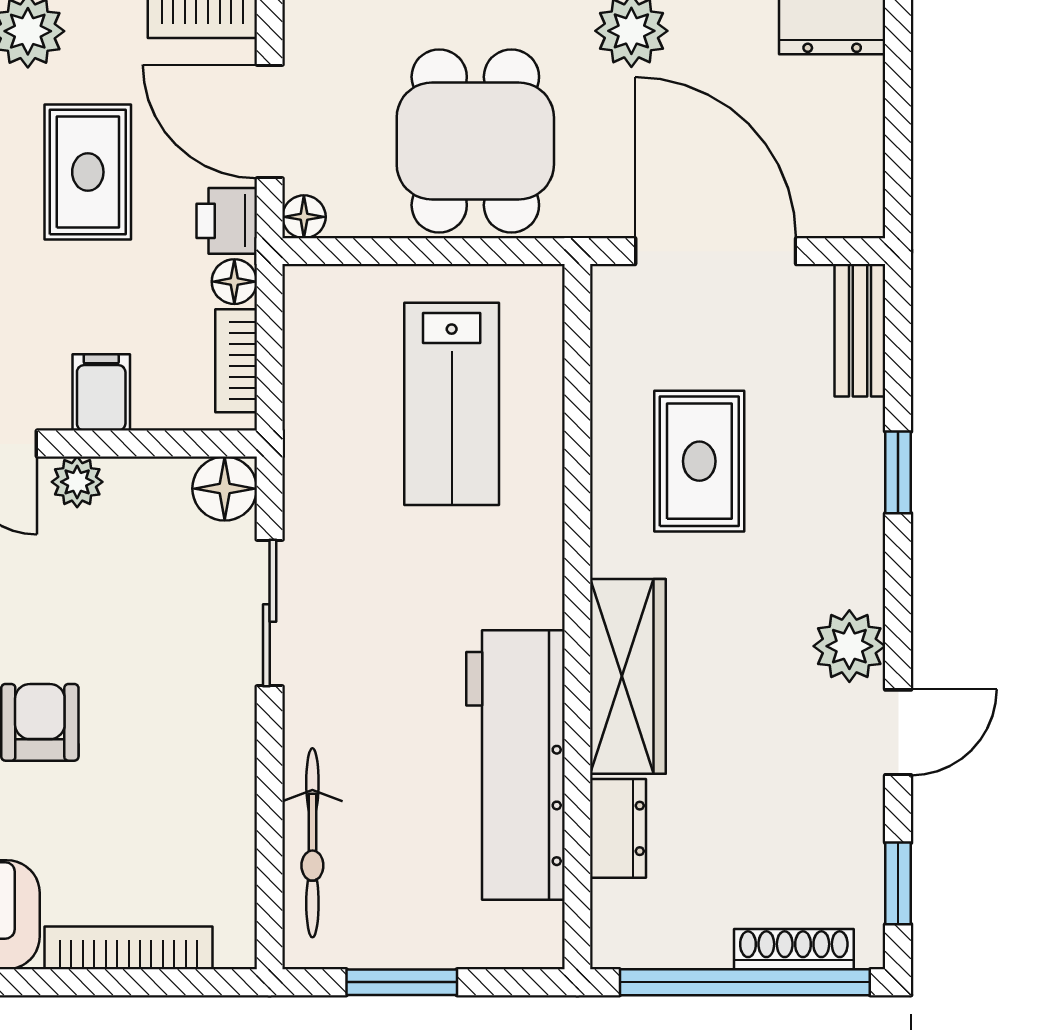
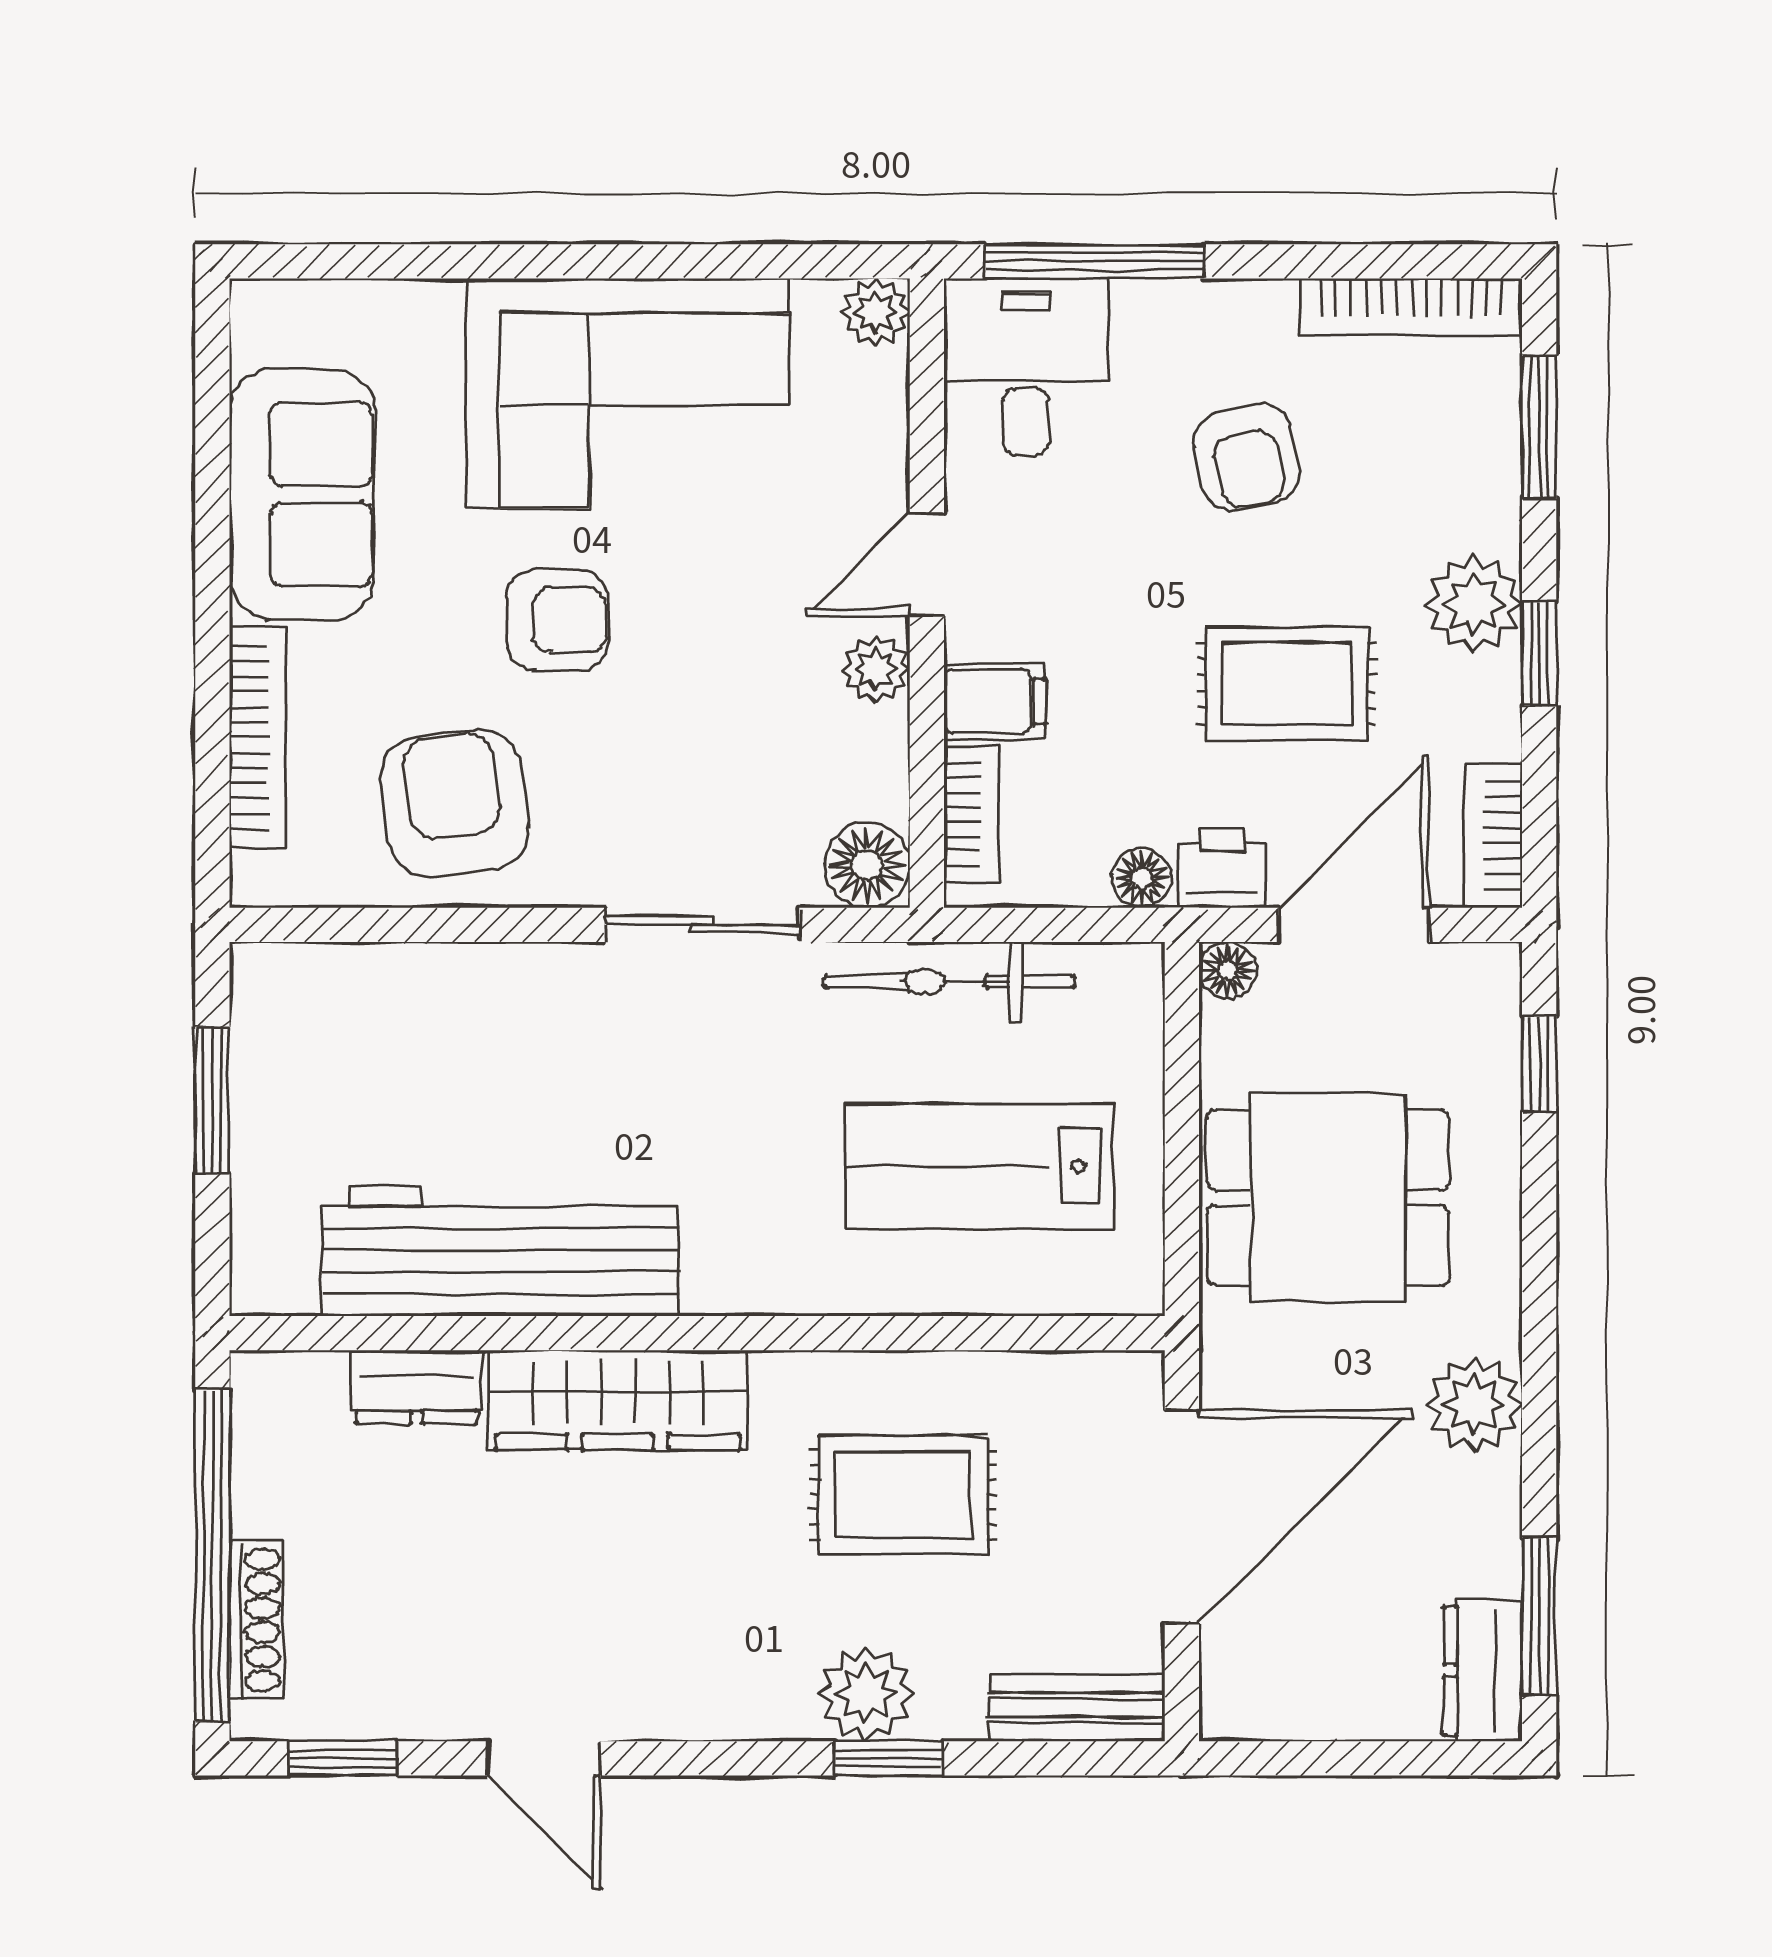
bookcase: (236, 361) -> (971, 815), moved, turned 90
plant: (849, 646) -> (866, 1694), moved
armchair: (178, 800) -> (454, 803), added
bicycle: (312, 843) -> (950, 982), moved

